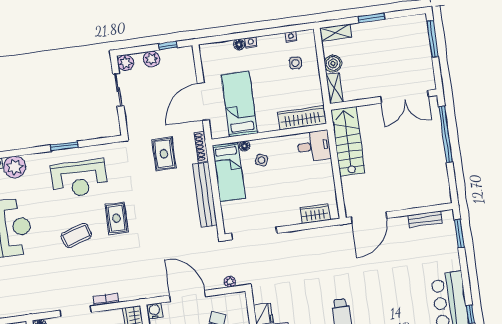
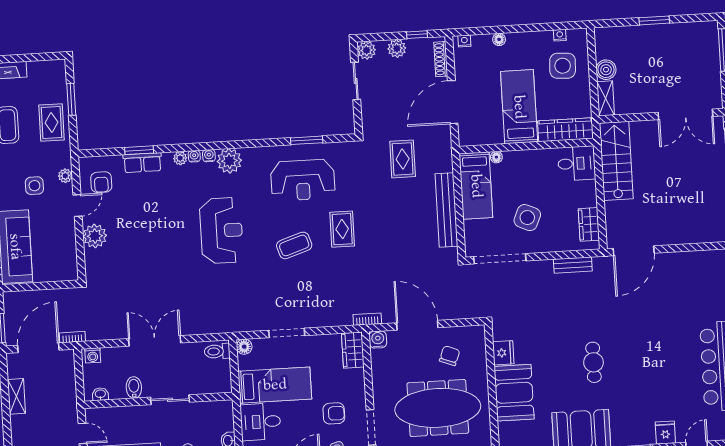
shelving: (336, 33) -> (612, 34), removed
nightstand: (251, 42) -> (464, 41), moved
side table: (295, 63) -> (563, 66), width x1.87, depth x1.87
bed: (239, 104) -> (519, 107), moved
window: (64, 146) -> (307, 140), moved
shoe rack: (201, 147) -> (441, 59), moved
side table: (262, 160) -> (527, 218), moved, width x1.87, depth x1.87
wardrobe: (315, 214) -> (589, 224), moved, turned -90
bench: (425, 219) -> (573, 265), moved
plant: (230, 282) -> (467, 312), removed
bookcase: (106, 299) -> (367, 319), moved

